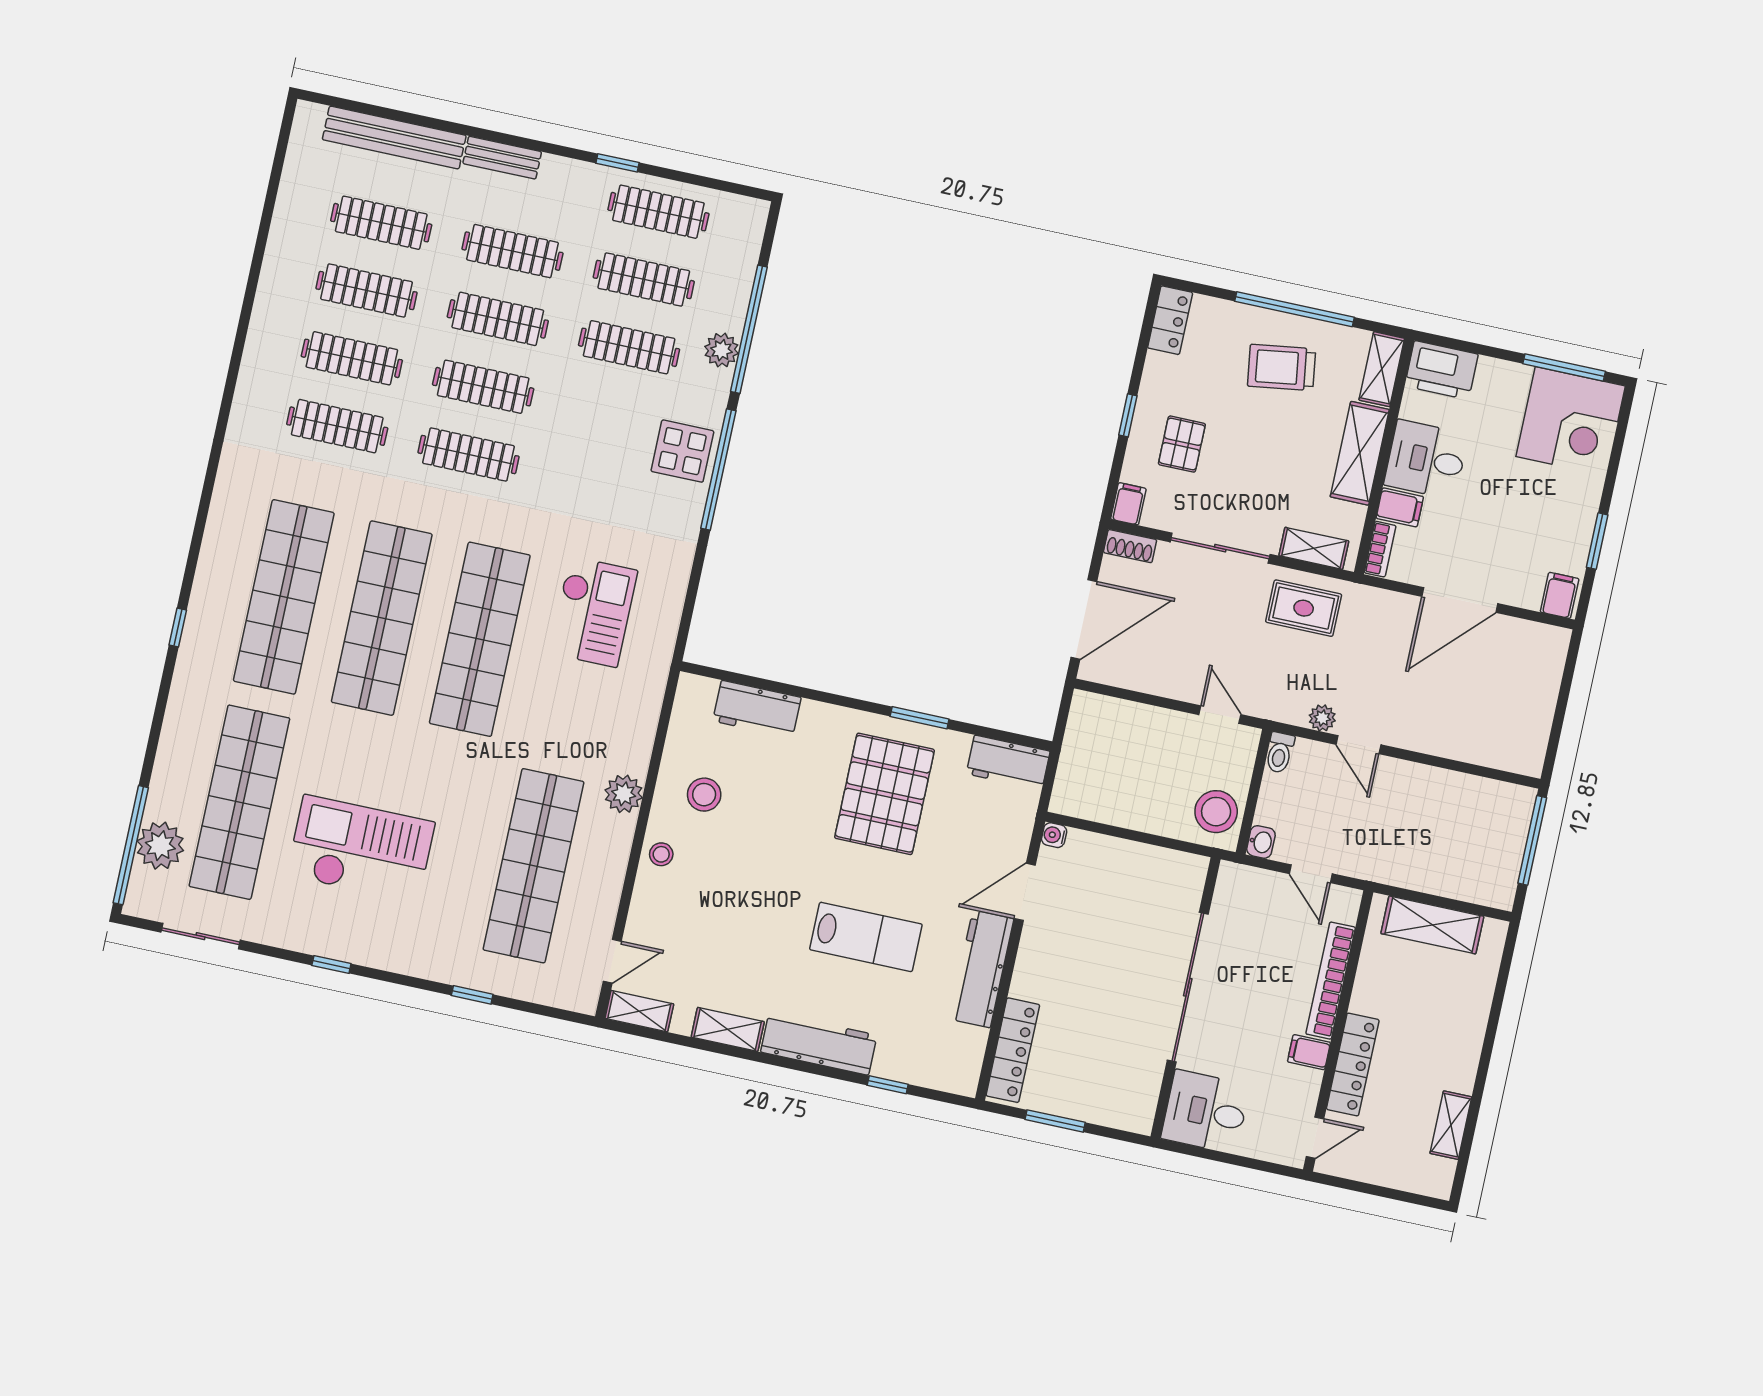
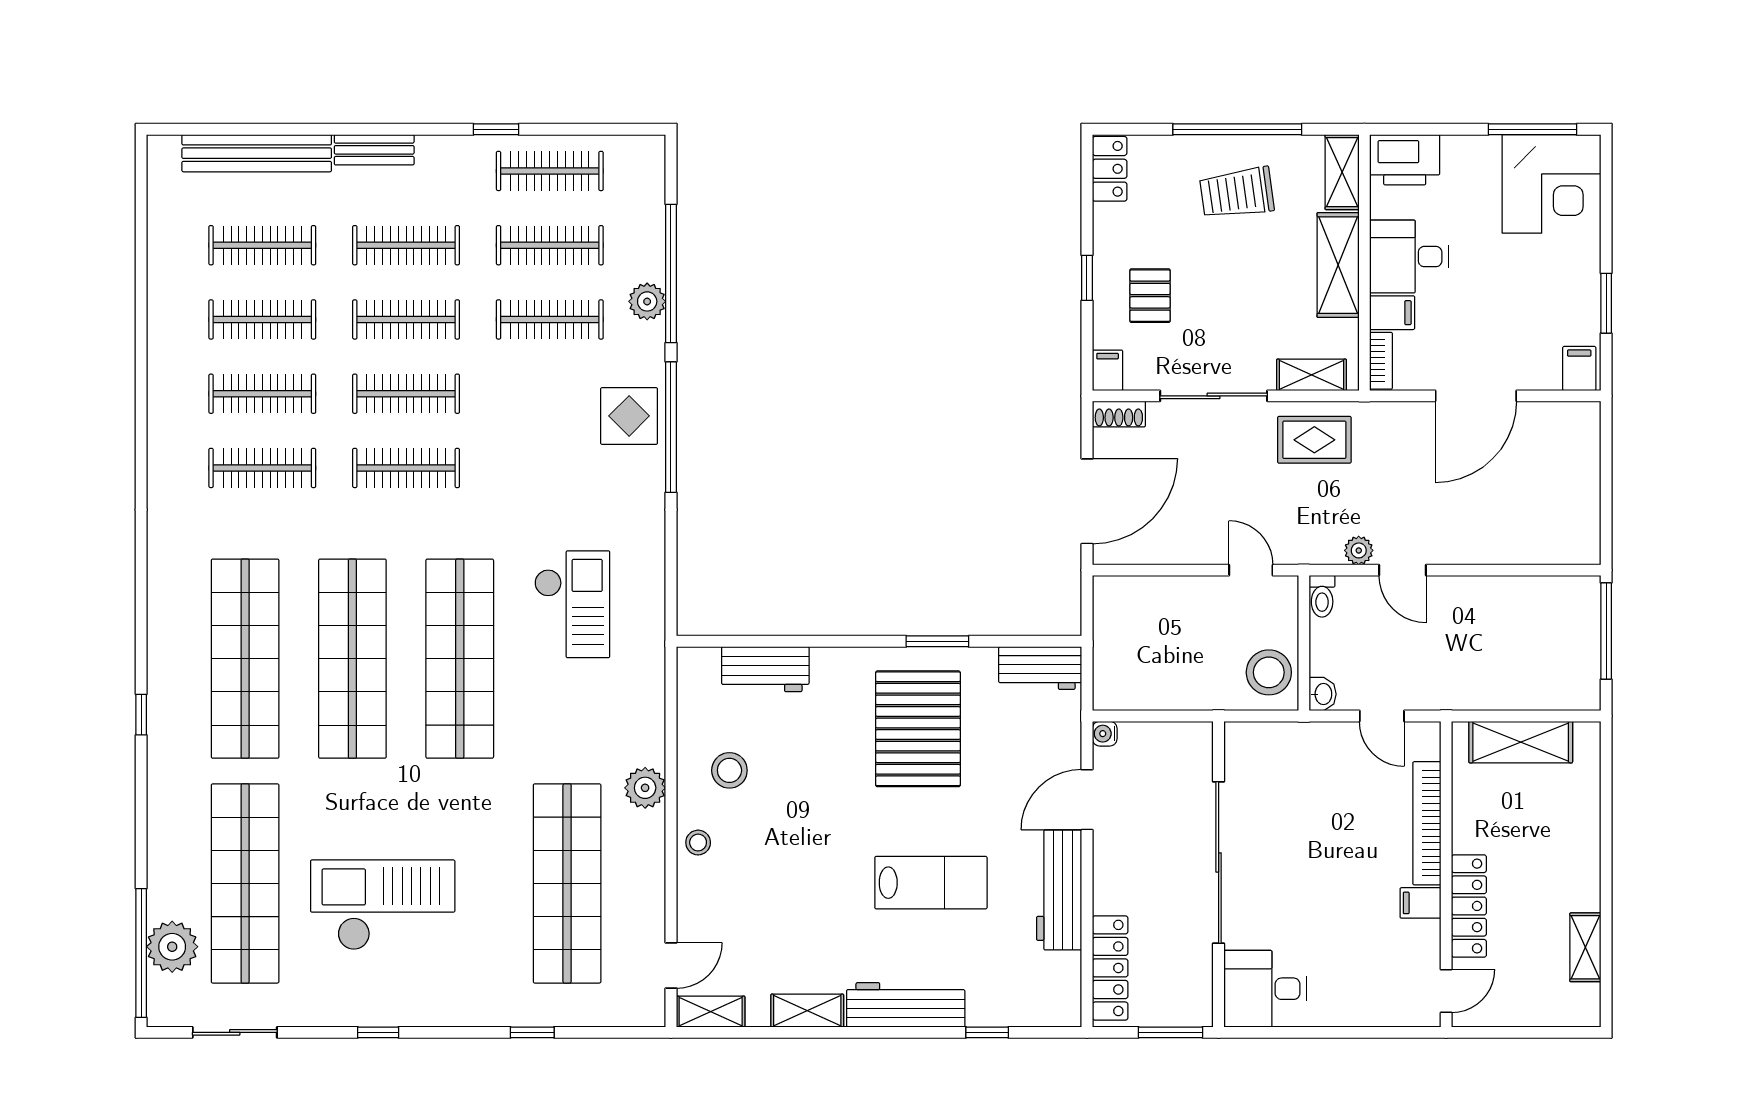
sliding door: (1188, 987) -> (1219, 862), moved
wall: (1186, 998) -> (1219, 874), moved
desk: (1206, 1112) -> (1265, 989), moved

